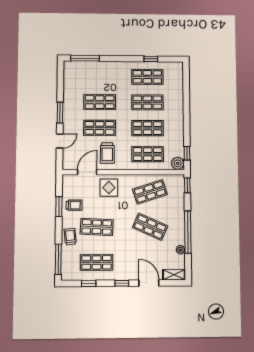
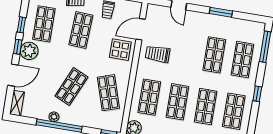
window: (151, 59) -> (257, 94), moved
window: (60, 113) -> (221, 12), moved
shop shelf: (100, 128) -> (242, 60), moved
door: (87, 172) -> (141, 29), swing flipped
plant: (181, 250) -> (54, 117), moved
plant: (124, 272) -> (29, 51), added
window: (89, 283) -> (21, 25), moved

